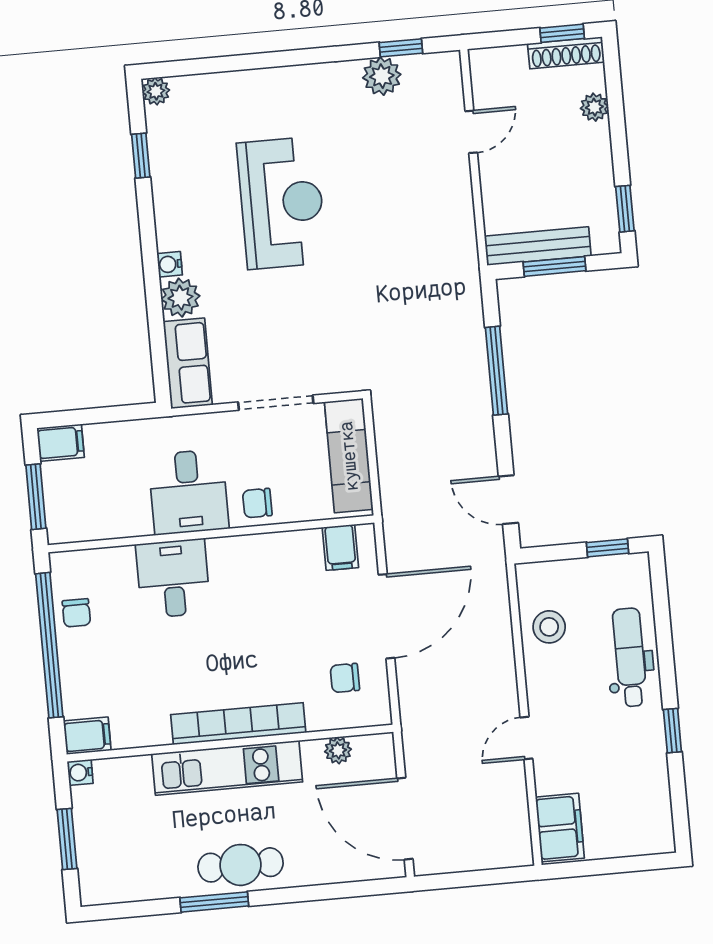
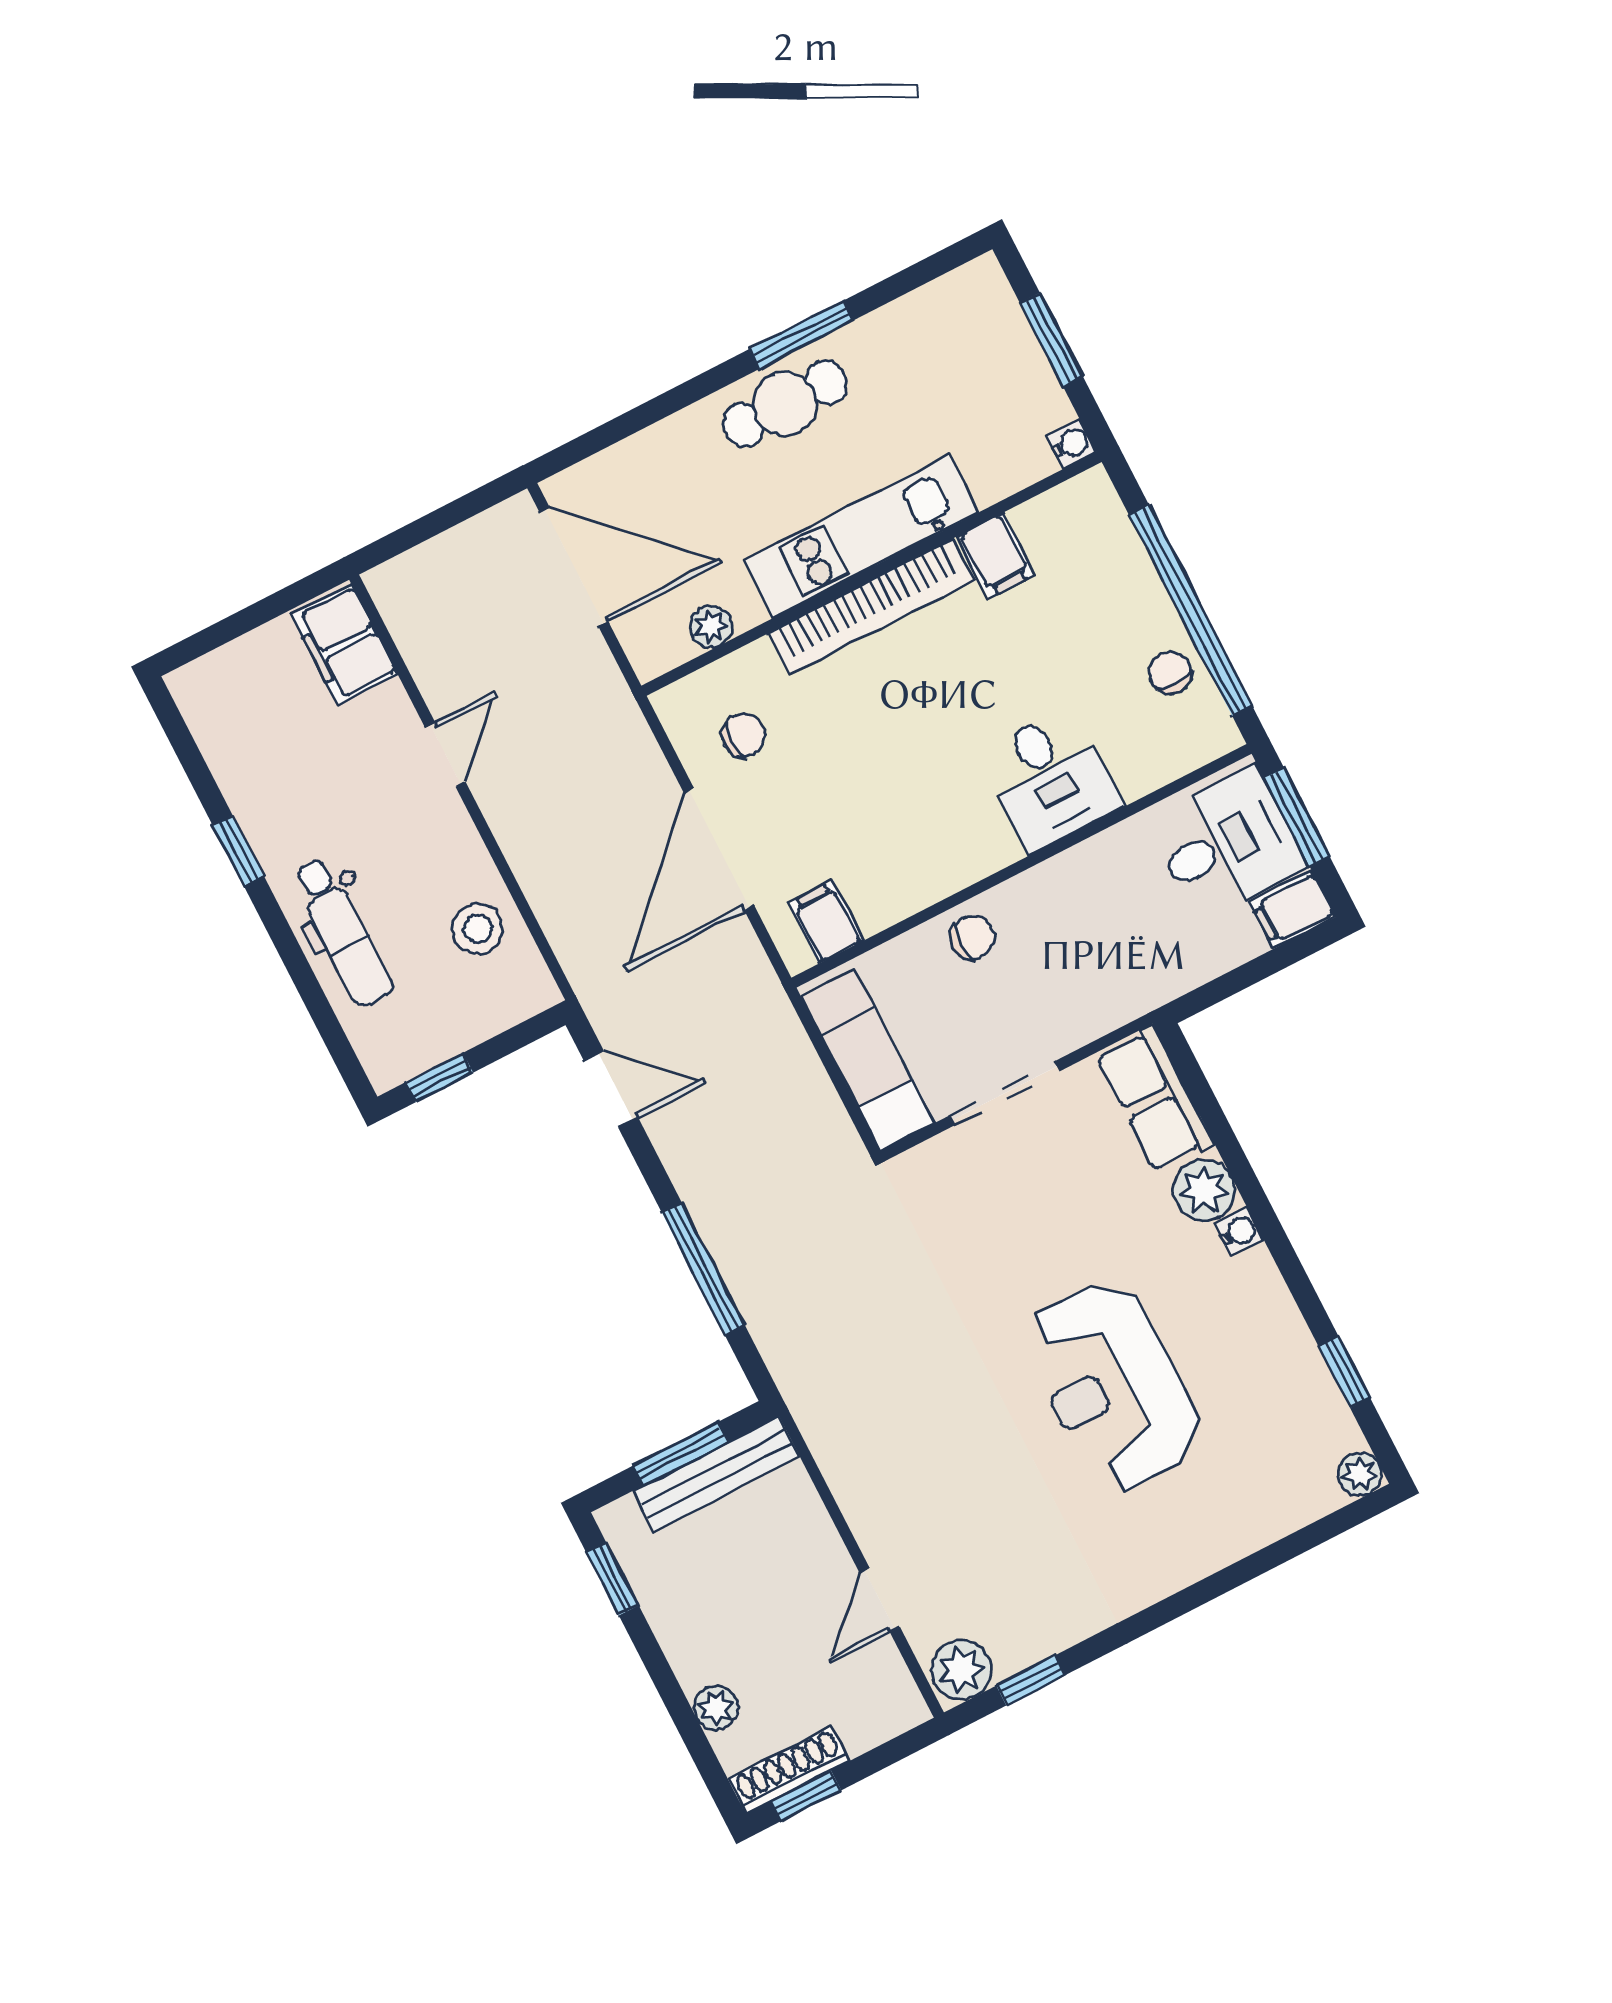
plant: (382, 76) -> (961, 1670), moved
desk: (189, 492) -> (1227, 843), moved, turned 90
filing cabinet: (87, 736) -> (996, 556), moved, turned -90

